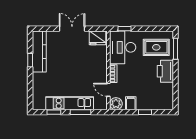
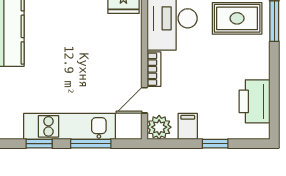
printer: (165, 71) -> (255, 101), moved
door: (108, 90) -> (144, 100), hinge flipped

